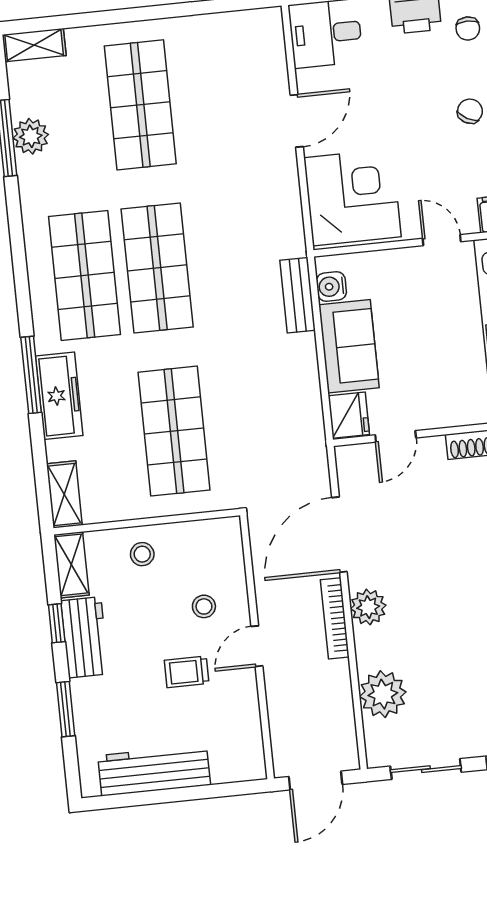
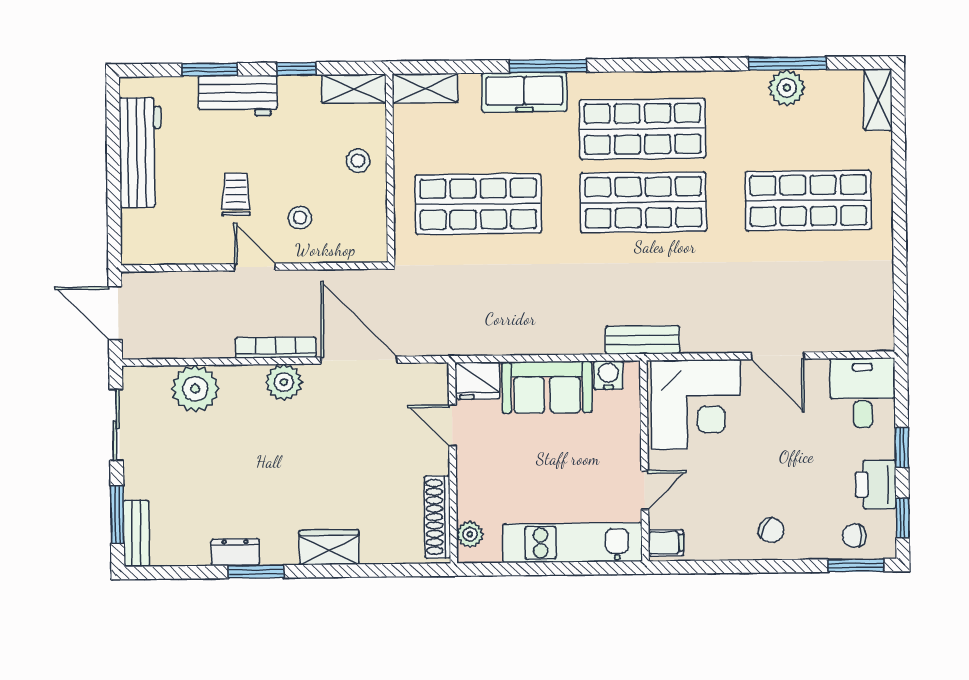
bench: (298, 295) -> (642, 340), moved
workbench: (85, 637) -> (238, 96), moved

